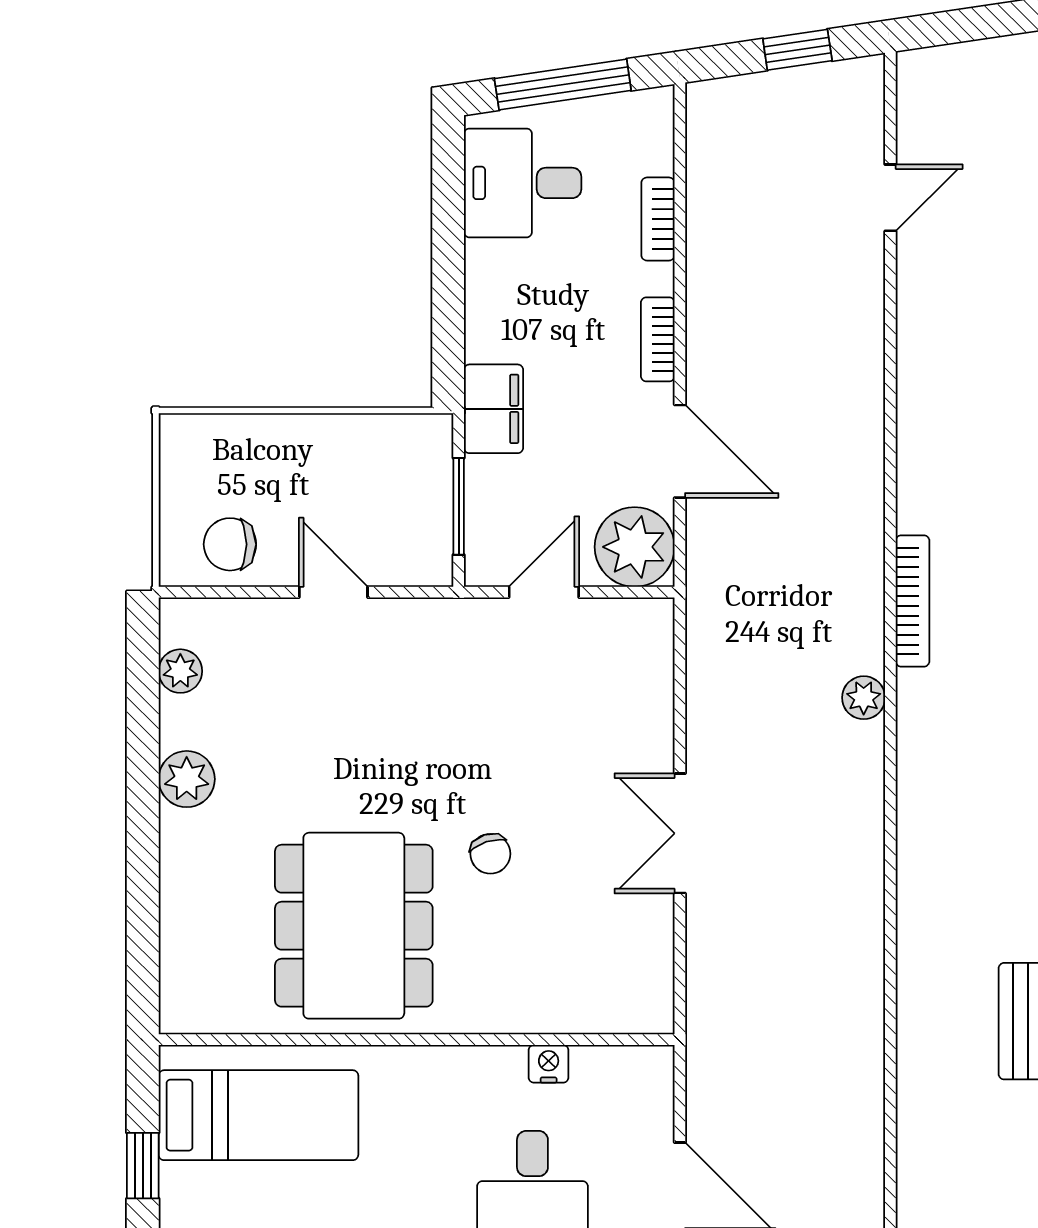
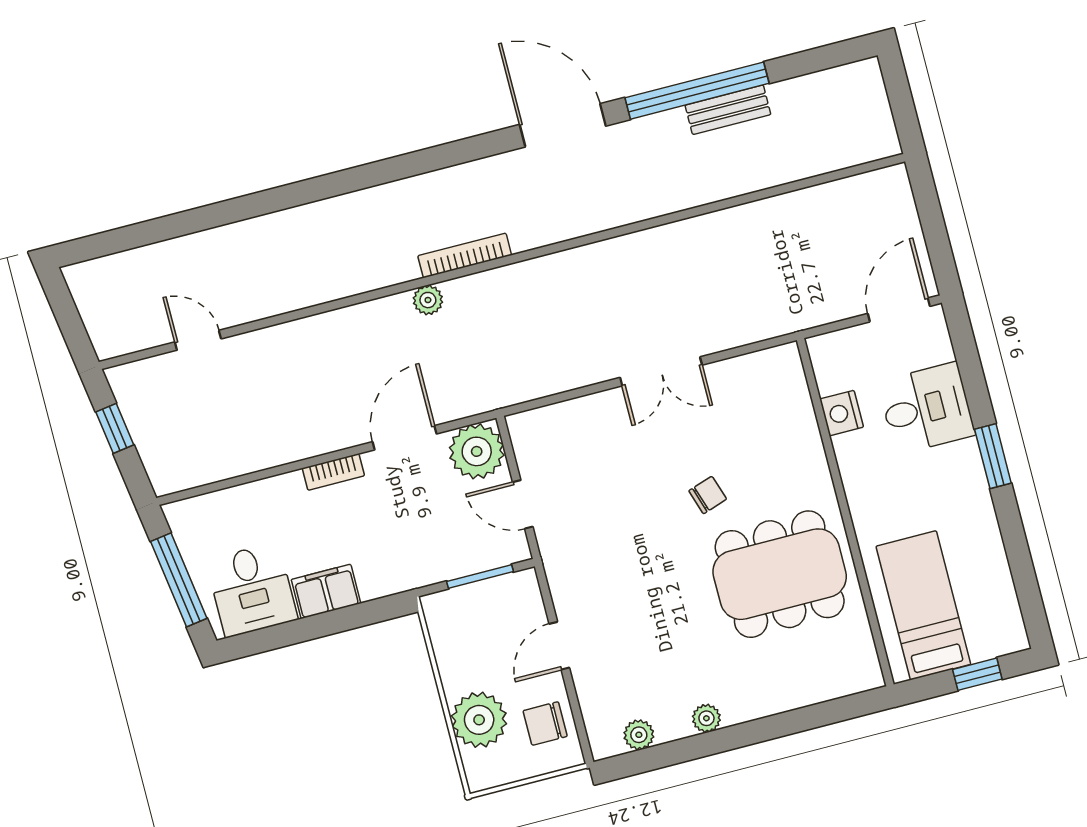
bookcase: (658, 219) -> (253, 493), removed
filing cabinet: (494, 409) -> (326, 591), moved
plant: (259, 453) -> (479, 720), added
chair: (230, 544) -> (545, 723), turned 90
plant: (864, 698) -> (428, 300), moved
plant: (187, 779) -> (706, 718), width x0.73, depth x0.73
nightstand: (549, 1064) -> (842, 413), width x1.39, depth x1.35

